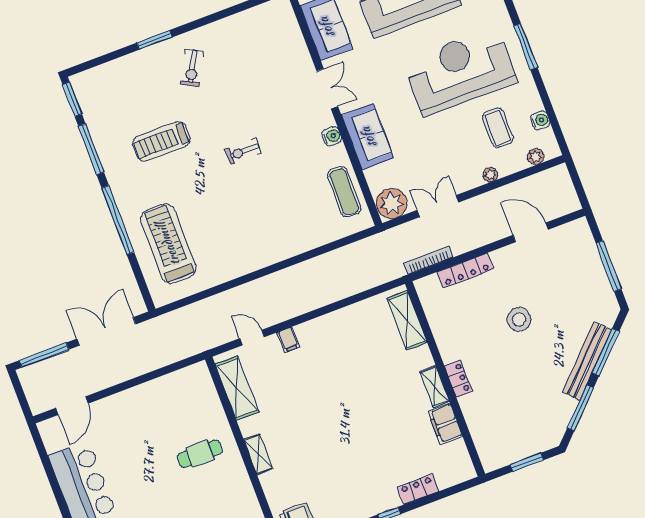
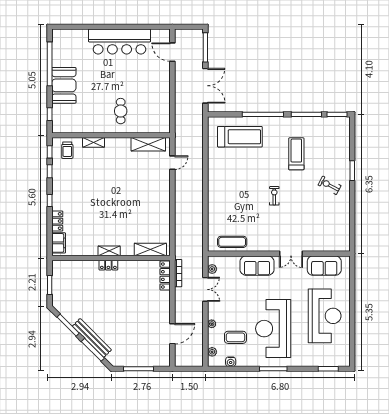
reception desk: (460, 71) -> (273, 329), turned 180
water cooler: (332, 136) -> (264, 246), removed
plant: (392, 203) -> (212, 269), width x0.53, depth x0.53
locker: (465, 270) -> (165, 276), moved
stool: (519, 319) -> (128, 310), removed
filing cabinet: (288, 340) -> (164, 182), removed
filing cabinet: (445, 424) -> (59, 243), moved, turned 90
shelving: (258, 454) -> (94, 142), moved

